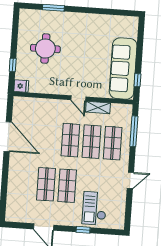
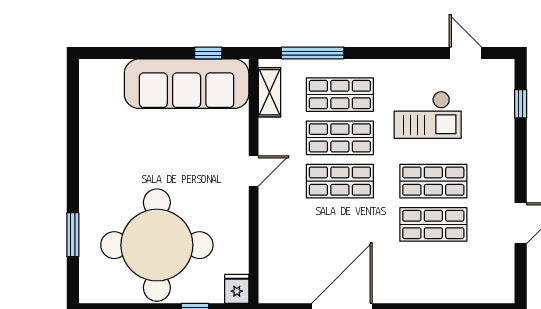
round table: (45, 49) -> (157, 245), width x1.86, depth x1.86
shelving: (98, 108) -> (270, 92), moved
door: (130, 180) -> (465, 53), moved
checkout: (94, 208) -> (428, 115), moved
window: (83, 230) -> (521, 104), moved

